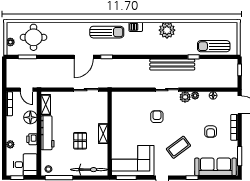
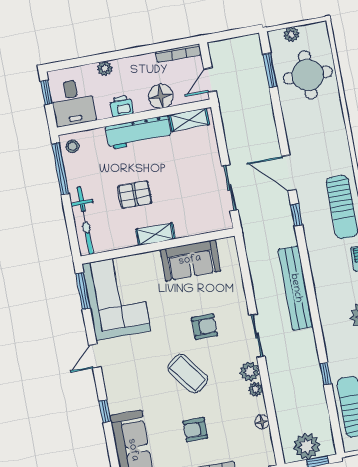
bench: (172, 65) -> (296, 288), moved
plant: (230, 74) -> (307, 446), added
sofa: (120, 118) -> (190, 260), added
coffee table: (178, 147) -> (188, 374), moved

